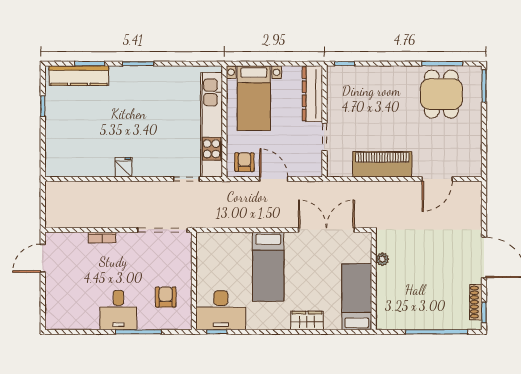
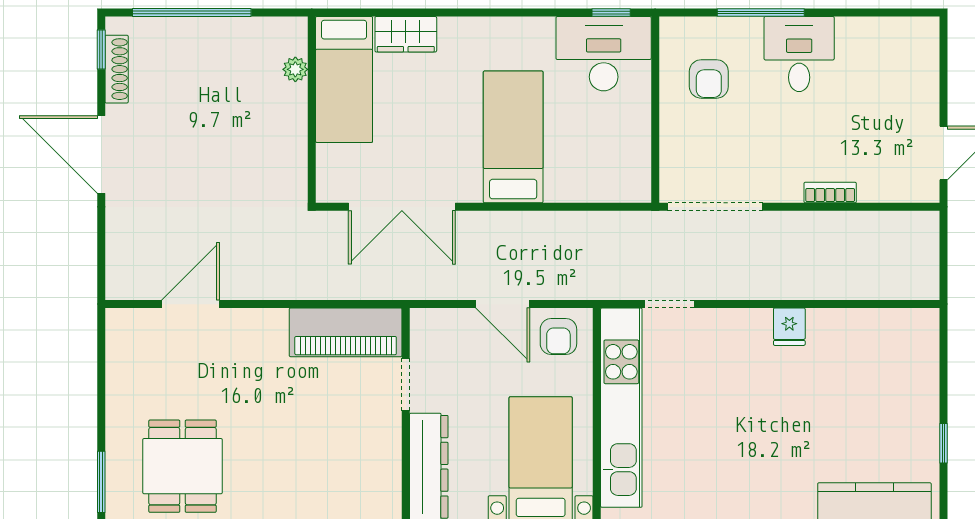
piano: (382, 164) -> (346, 332), moved
plant: (382, 259) -> (295, 69), moved
wardrobe: (307, 320) -> (406, 34), moved

